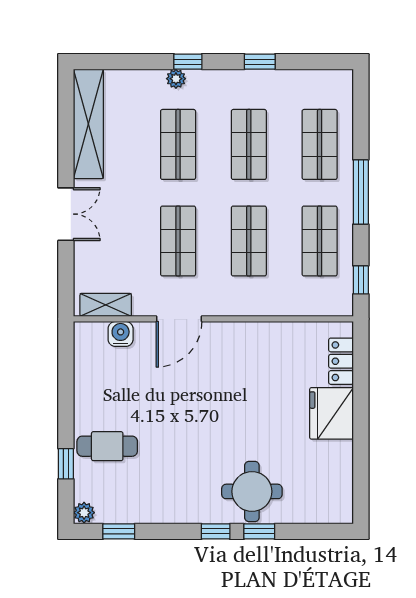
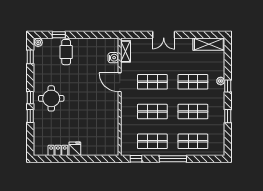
shelving: (88, 124) -> (209, 44), width x0.68
locker: (341, 361) -> (58, 150), moved
fridge: (332, 413) -> (75, 149), width x0.53, depth x0.75
round table: (252, 491) -> (51, 98), moved

